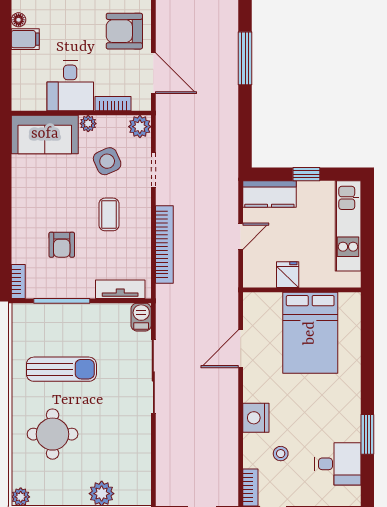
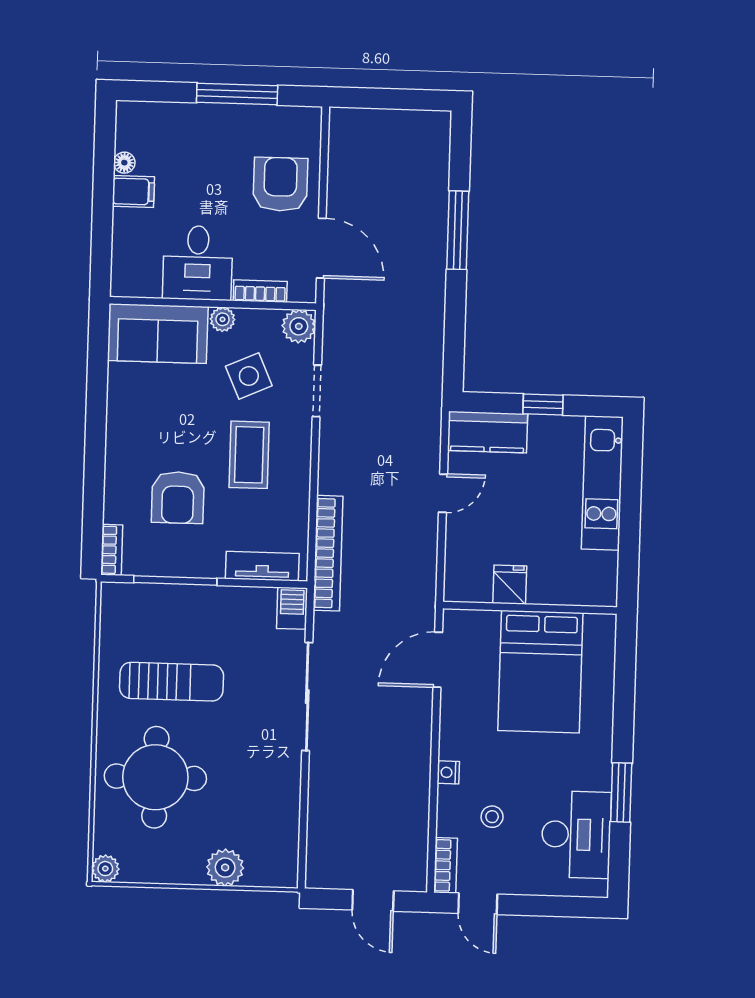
armchair: (124, 31) -> (280, 184), turned 90
coffee table: (109, 214) -> (249, 455), width x1.36, depth x1.30
bookcase: (164, 244) -> (328, 553), moved
armchair: (62, 245) -> (178, 497), width x1.38, depth x1.38
fridge: (288, 275) -> (510, 585), moved
wall: (302, 290) -> (530, 608), moved
bed: (310, 333) -> (540, 672), moved
nightstand: (256, 418) -> (448, 772), width x0.53, depth x0.56
round table: (53, 434) -> (155, 777), width x1.36, depth x1.36
desk: (338, 464) -> (576, 835), width x1.37

